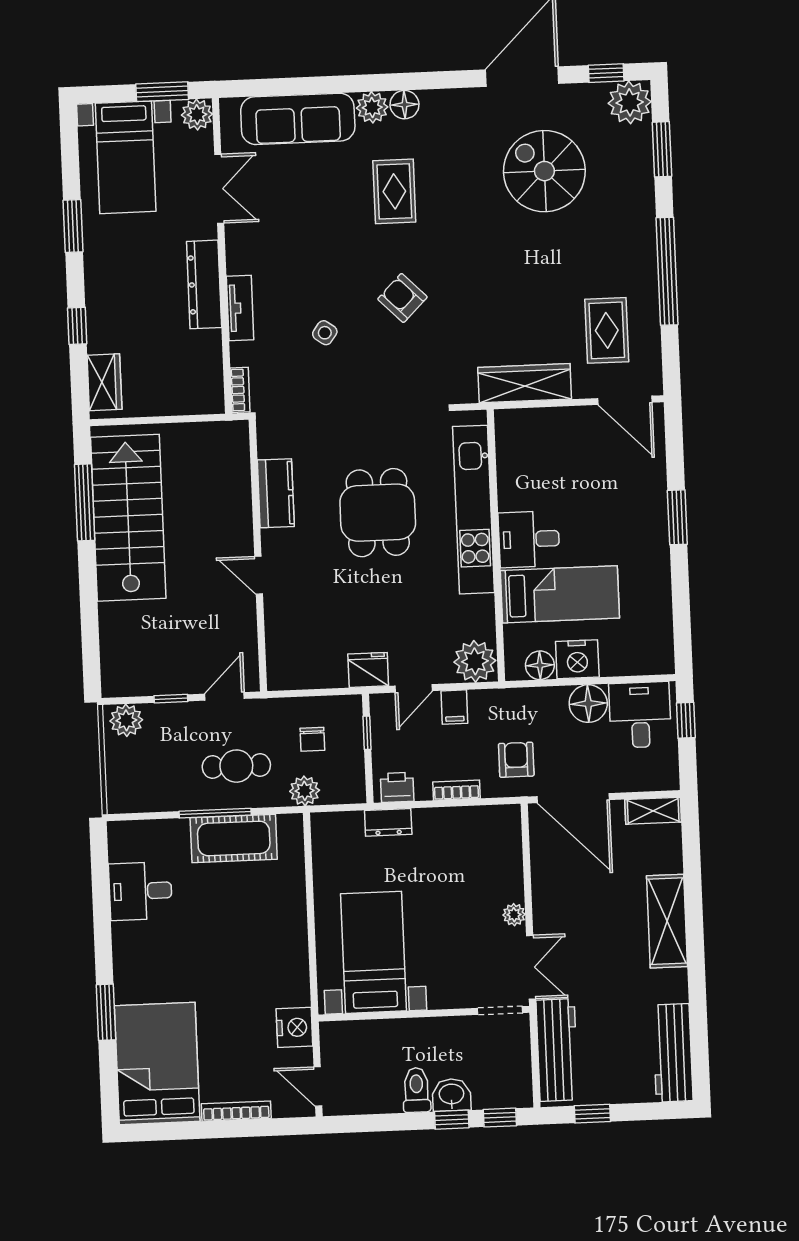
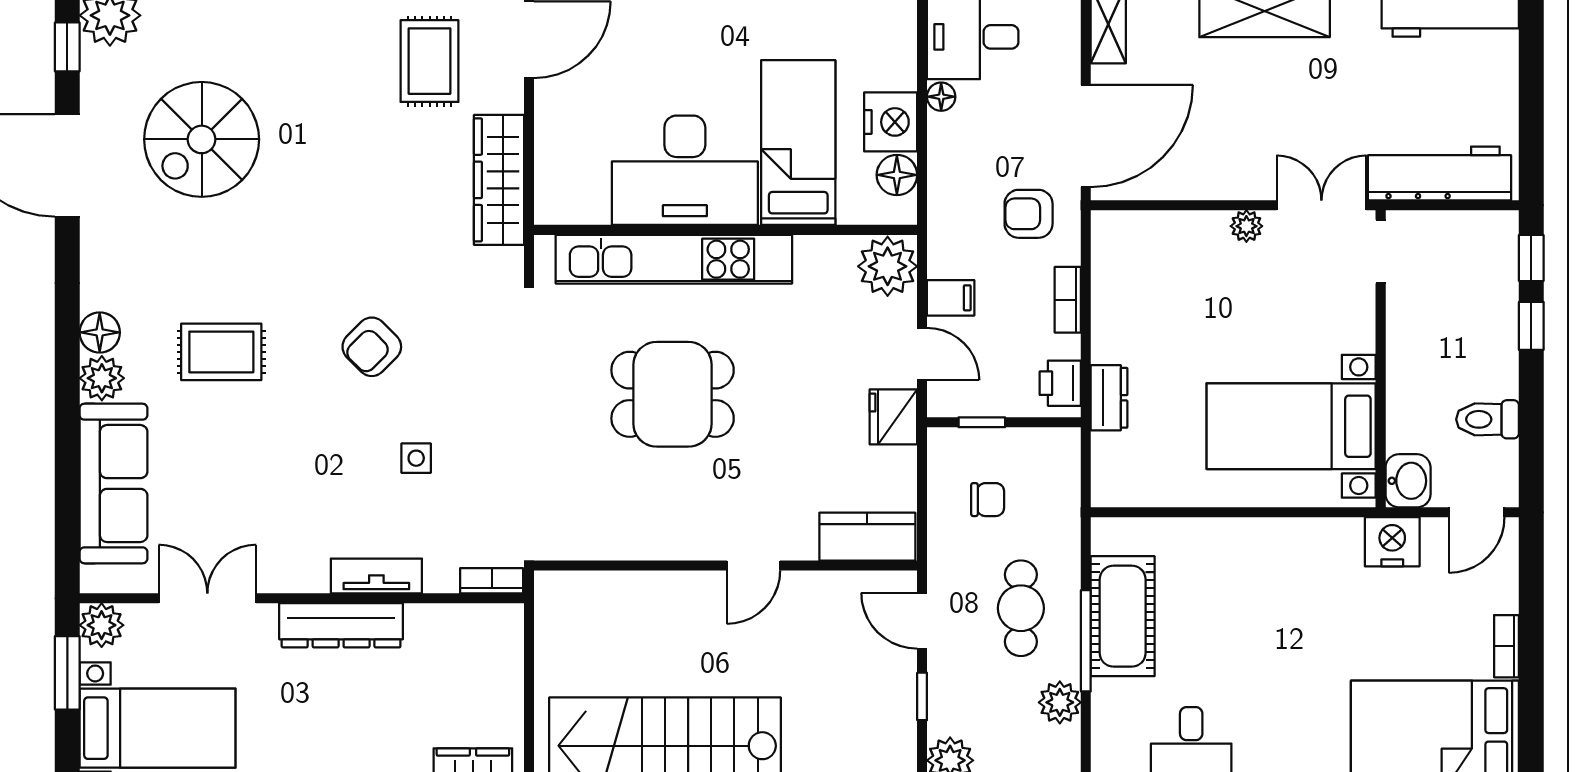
rug: (607, 330) -> (430, 61), turned 90
side table: (325, 333) -> (416, 458), turned -36
kitchen counter: (276, 493) -> (867, 537), moved
desk: (529, 539) -> (685, 170), width x1.87, depth x1.30
floor lamp: (588, 704) -> (941, 97), width x0.53, depth x0.53
plant: (305, 791) -> (1060, 702), moved
toilet: (416, 1090) -> (1488, 419), moved
washbasin: (451, 1095) -> (1408, 481), moved, turned 180
bookcase: (236, 1111) -> (1507, 646), width x0.64
window: (592, 1114) -> (1531, 128), removed

